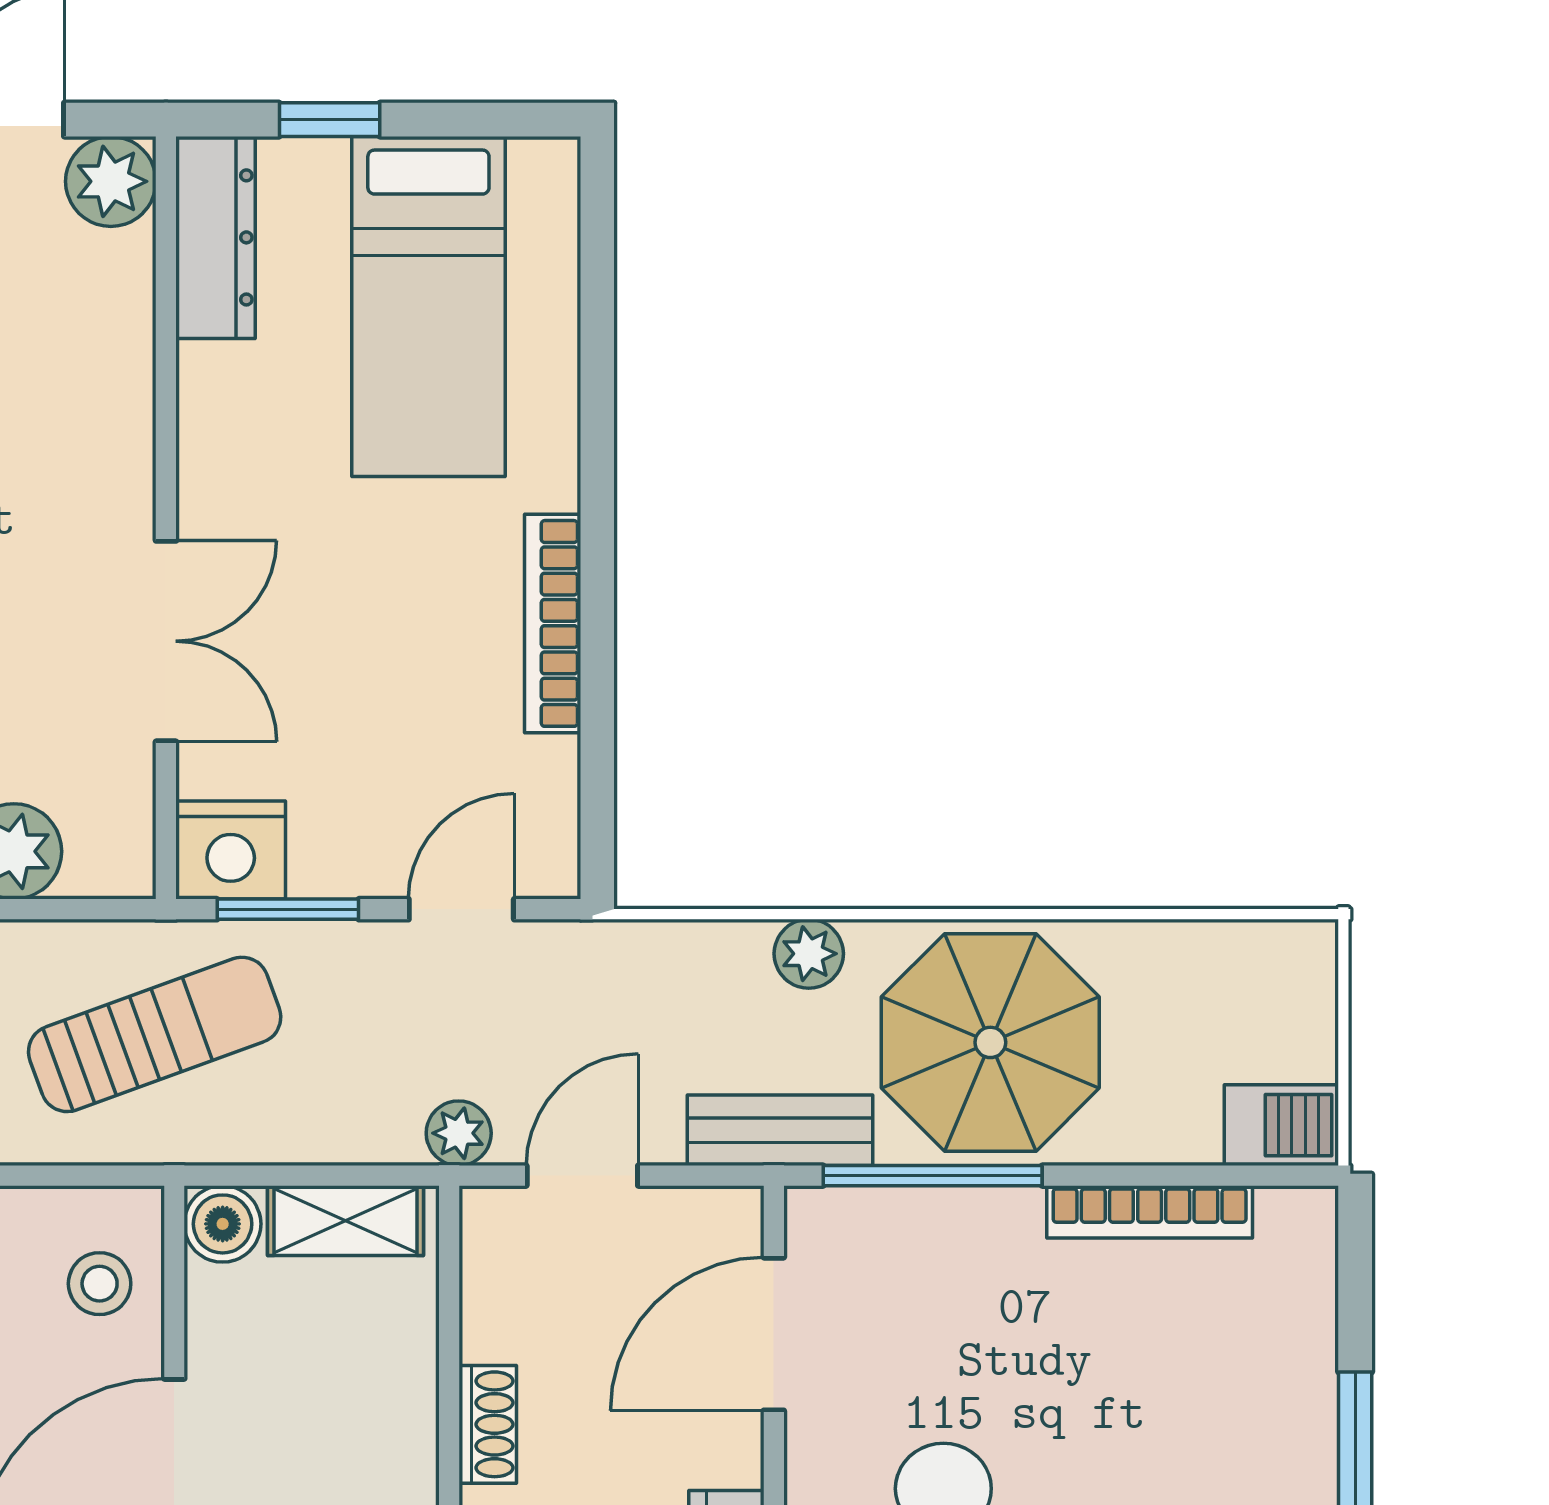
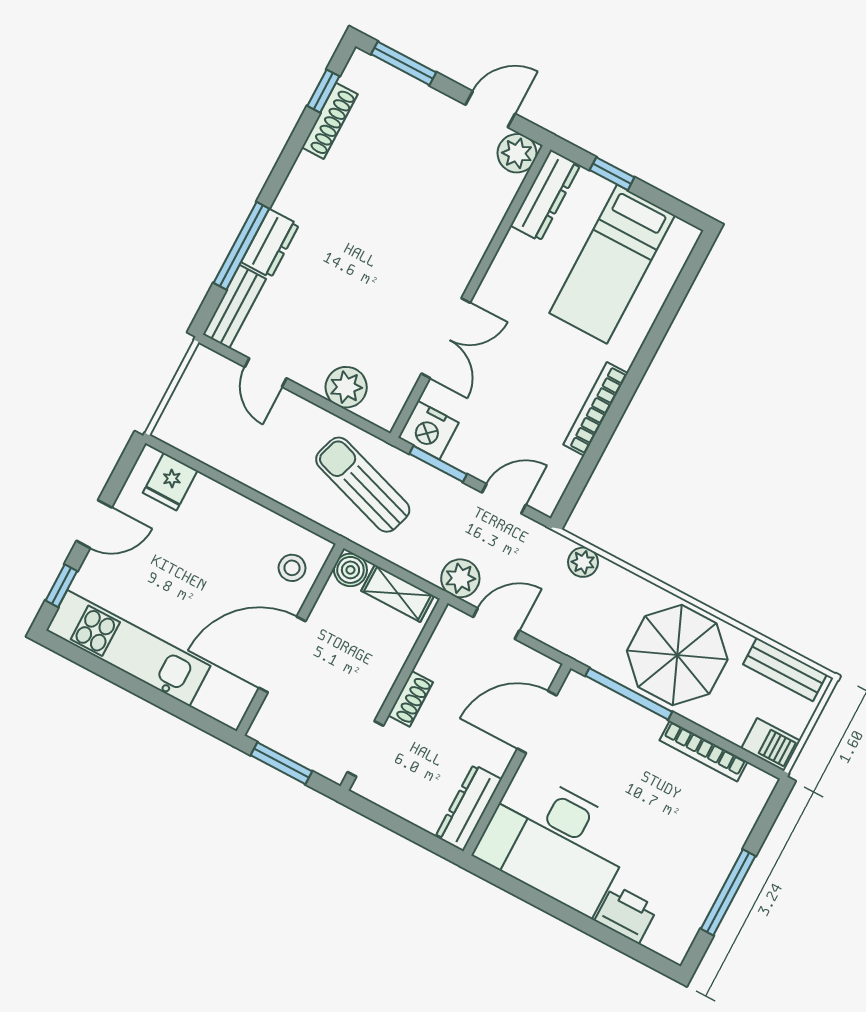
plant: (809, 954) -> (583, 562), moved
sun lounger: (155, 1034) -> (363, 485), turned -142
bench: (780, 1130) -> (785, 669), moved
plant: (459, 1133) -> (460, 578), width x1.38, depth x1.38

